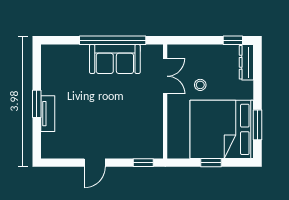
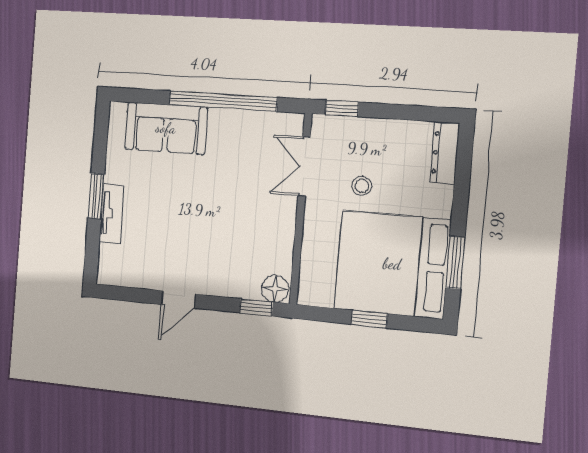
window: (233, 40) -> (342, 108), moved
sofa: (115, 59) -> (166, 128), moved
double door: (165, 76) -> (304, 167), swing flipped
floor lamp: (154, 150) -> (275, 289), added

